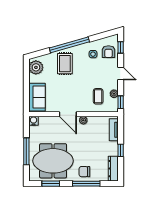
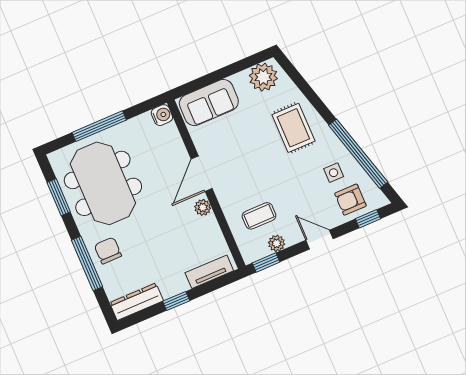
window: (69, 45) -> (358, 154), moved
rug: (65, 64) -> (293, 128), turned 90
door: (121, 74) -> (319, 240), swing flipped

